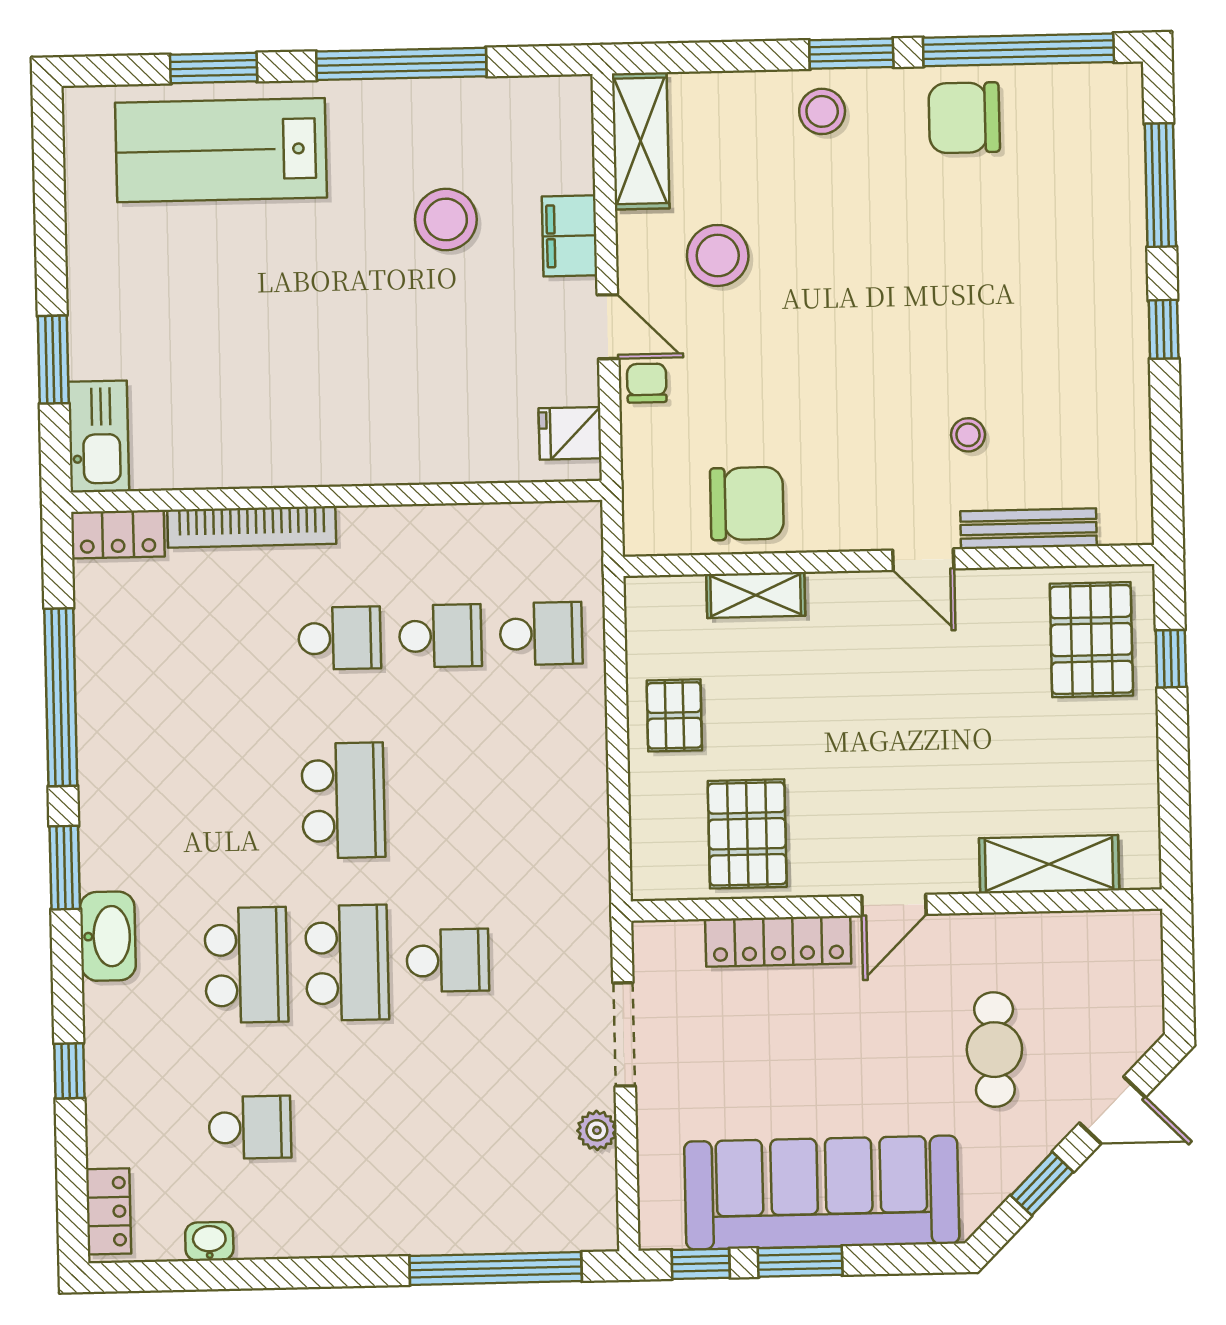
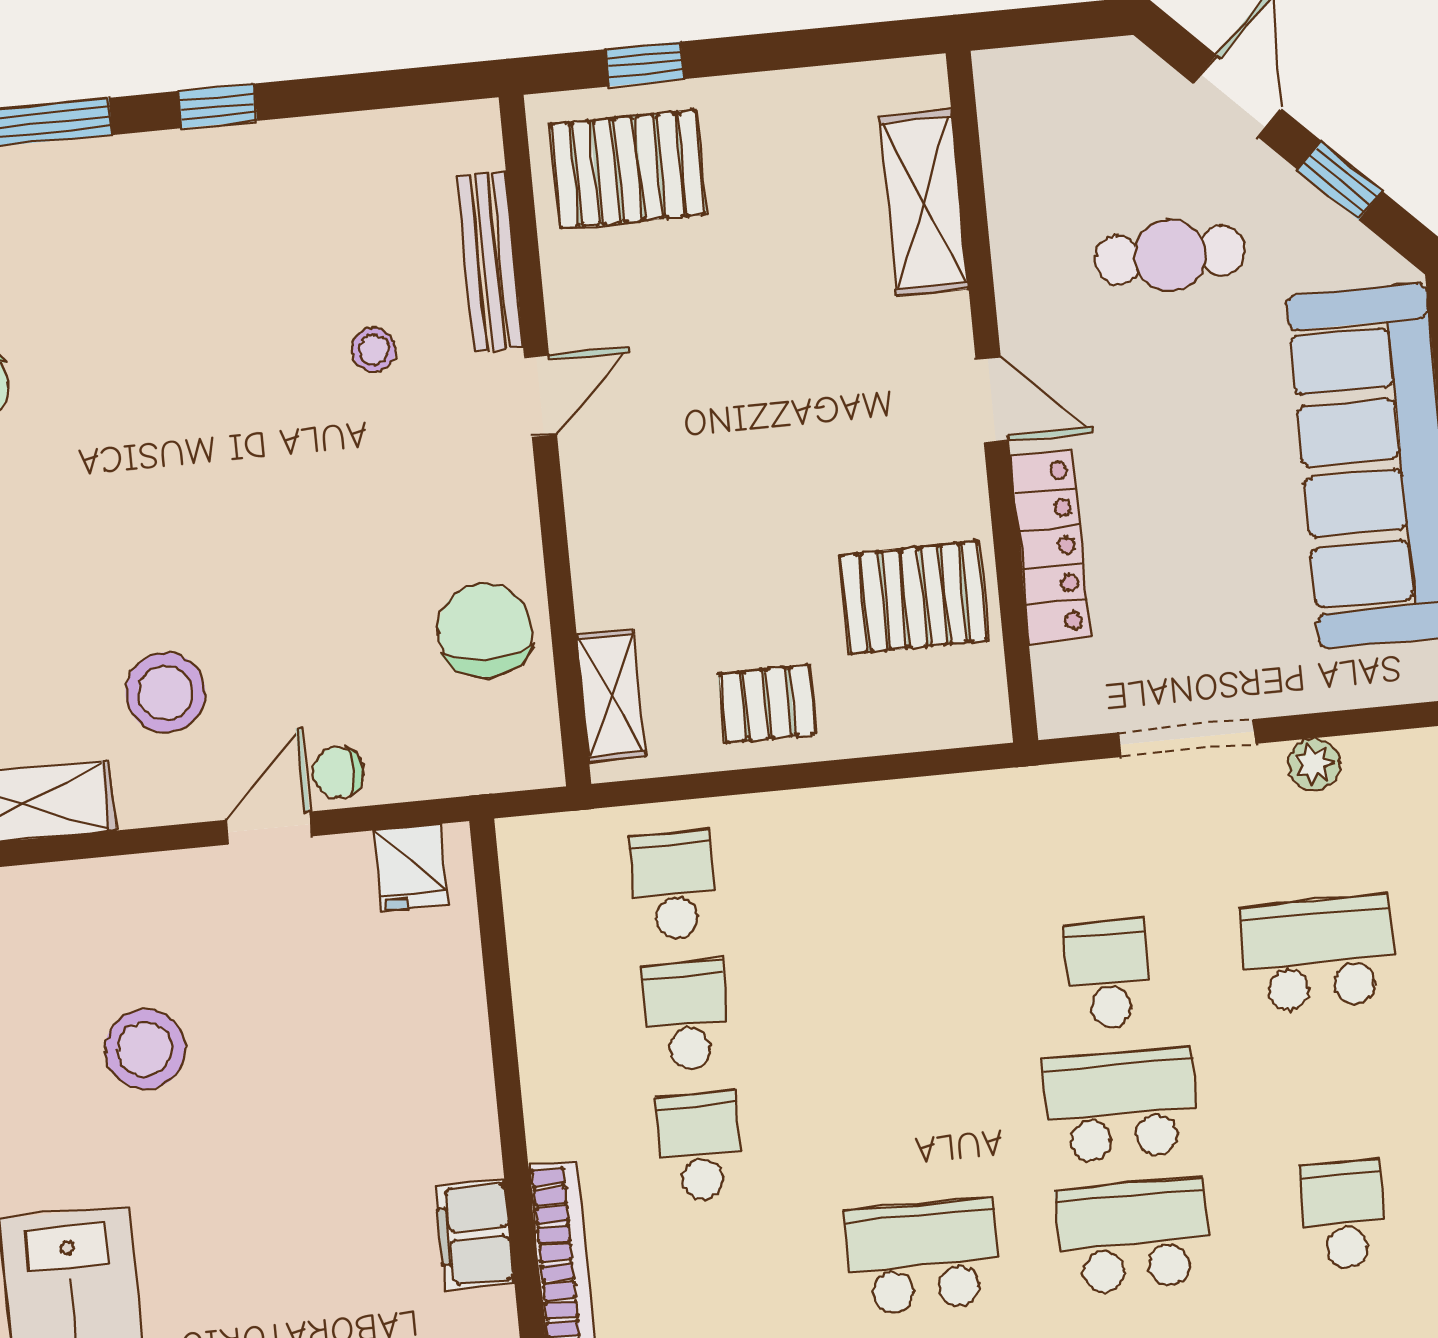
filing cabinet: (570, 236) -> (475, 1234), moved, turned 90
shelving: (756, 595) -> (611, 696), moved
school desk: (343, 800) -> (923, 1256), moved
school desk: (451, 1123) -> (1318, 954), added

